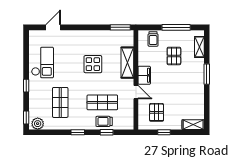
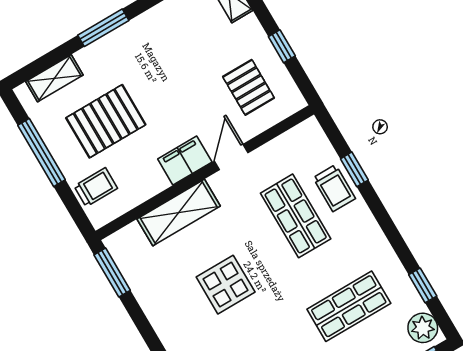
pallet: (174, 56) -> (106, 121), width x1.50, depth x1.42
pallet: (157, 112) -> (248, 87), turned 90
window: (78, 132) -> (423, 285), moved

